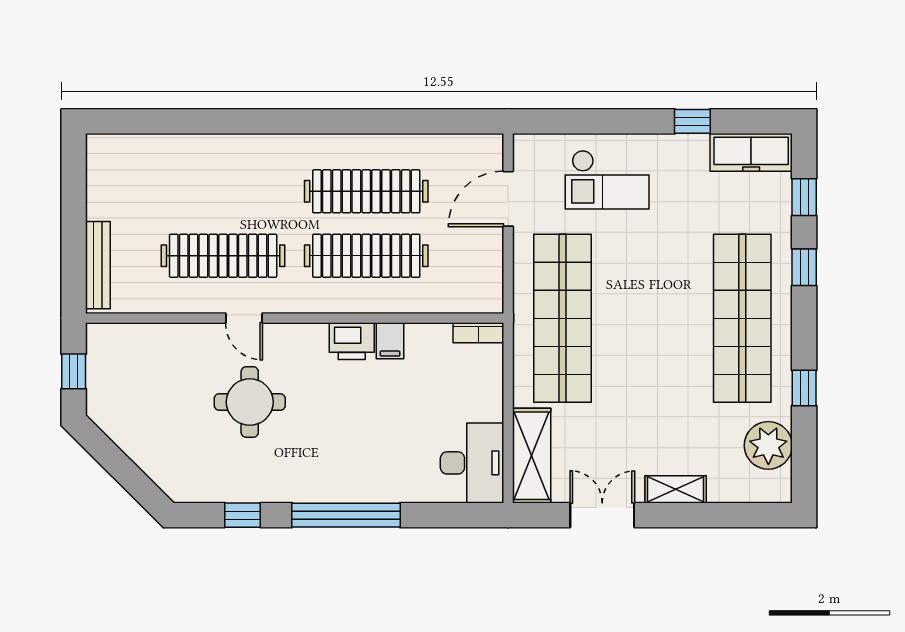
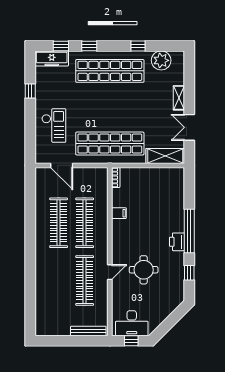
freezer: (751, 152) -> (52, 58), moved, turned 90
printer: (352, 341) -> (177, 242), moved, turned 180
desk: (472, 463) -> (132, 323), moved, turned 180

